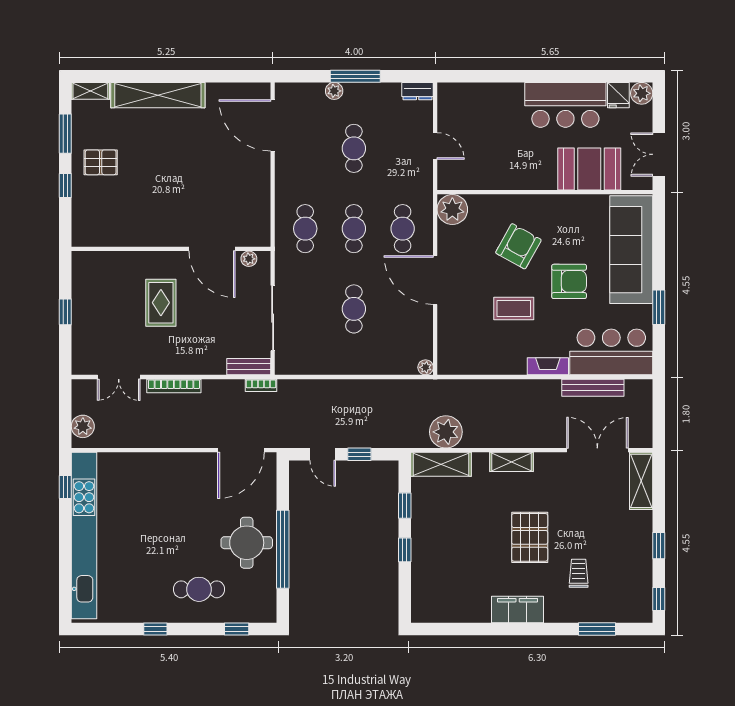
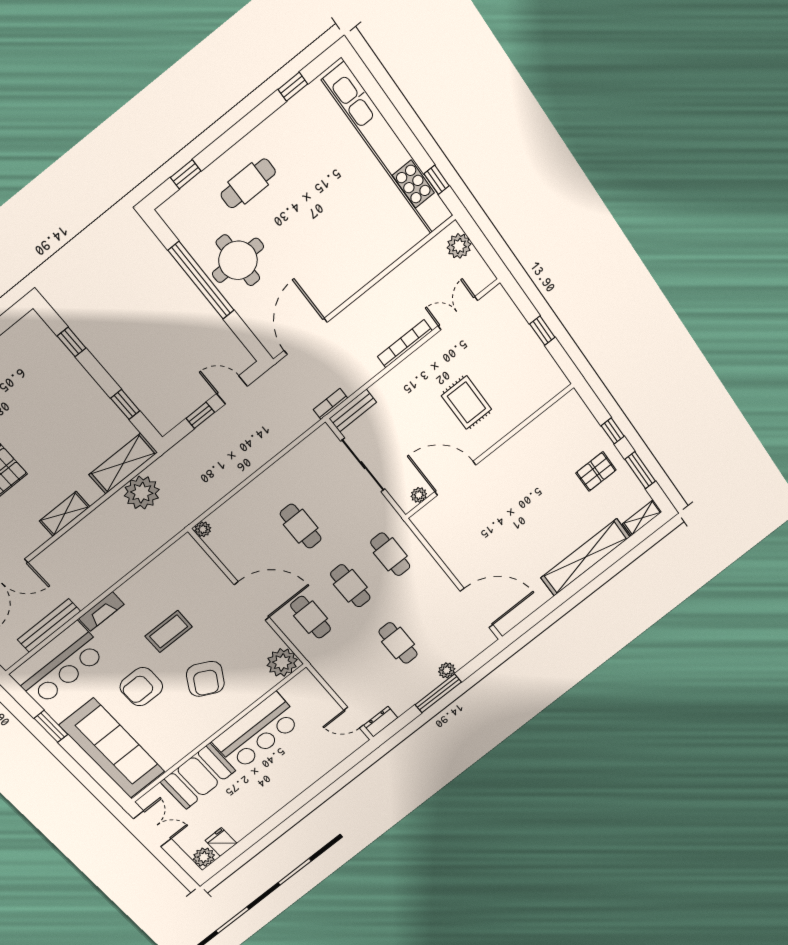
bar counter: (565, 105) -> (257, 731), moved, turned 180
door: (435, 146) -> (354, 718), moved
window: (405, 550) -> (72, 342), moved
window: (155, 629) -> (293, 87), moved

